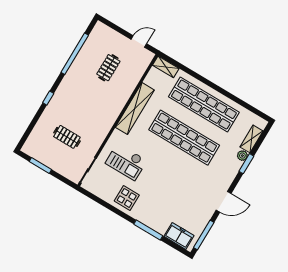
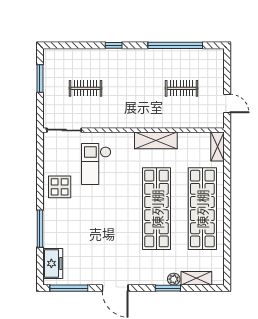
shelving: (135, 109) -> (156, 140), width x0.68
clothes rail: (67, 137) -> (85, 88), turned 90

